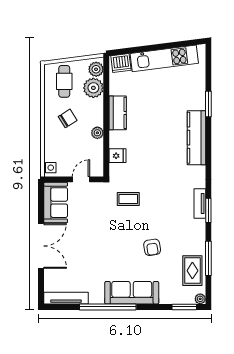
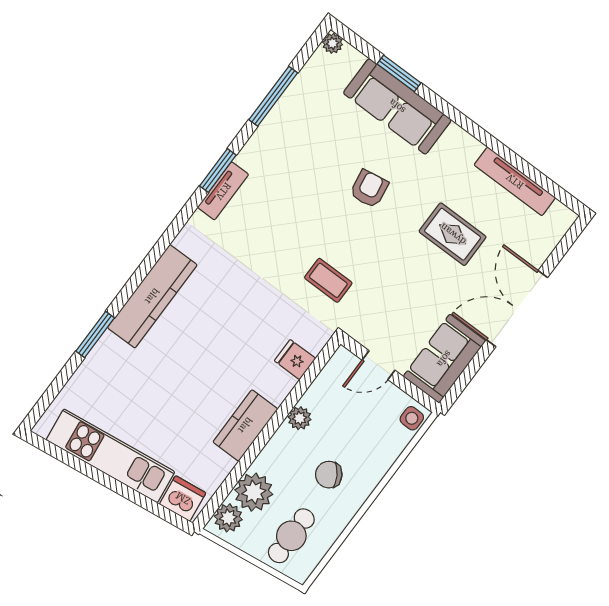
armchair: (152, 247) -> (369, 189), moved
rug: (192, 271) -> (453, 234), moved, turned 90
sofa: (132, 293) -> (397, 106), moved
tv unit: (66, 298) -> (515, 181), moved
window: (108, 307) -> (485, 137), removed
window: (184, 307) -> (399, 73), moved

